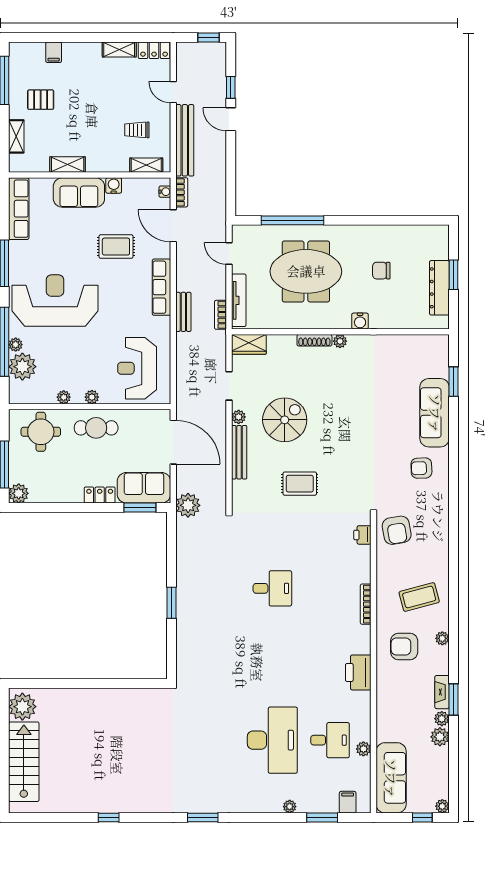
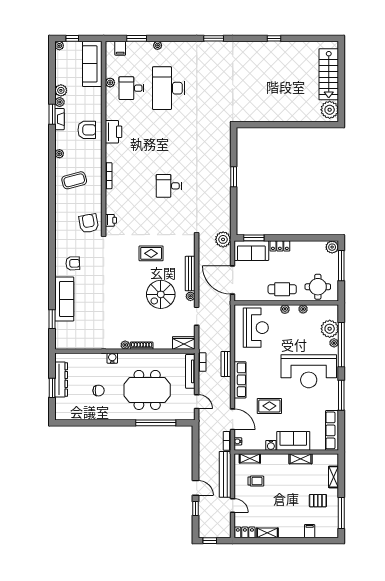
armchair: (404, 646) -> (87, 130), moved

